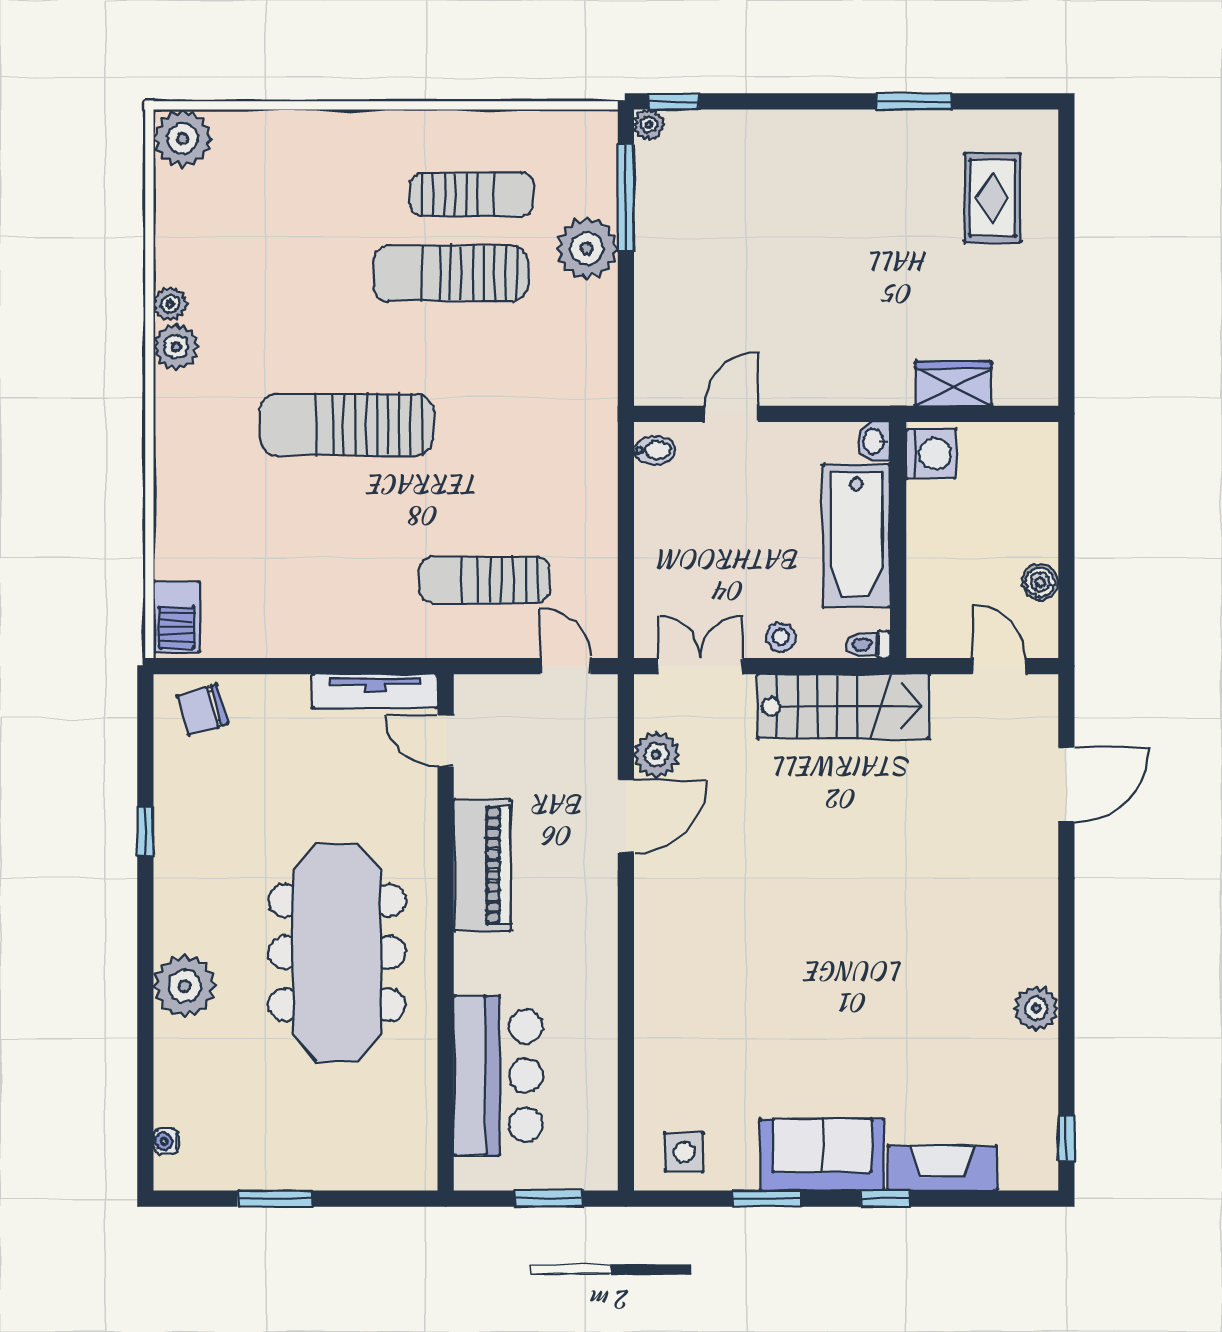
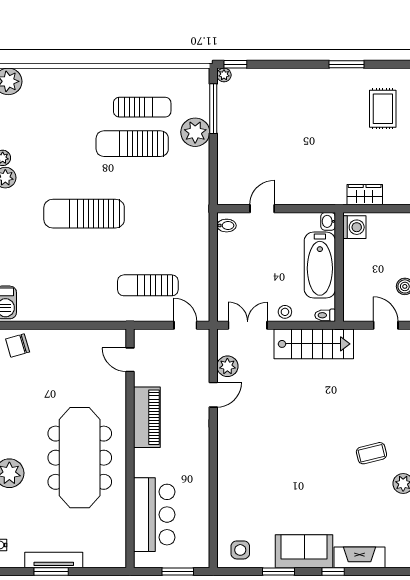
tv unit: (375, 691) -> (54, 560), moved, turned 180
door: (626, 816) -> (213, 395), width x0.73
coffee table: (968, 943) -> (371, 453), added

